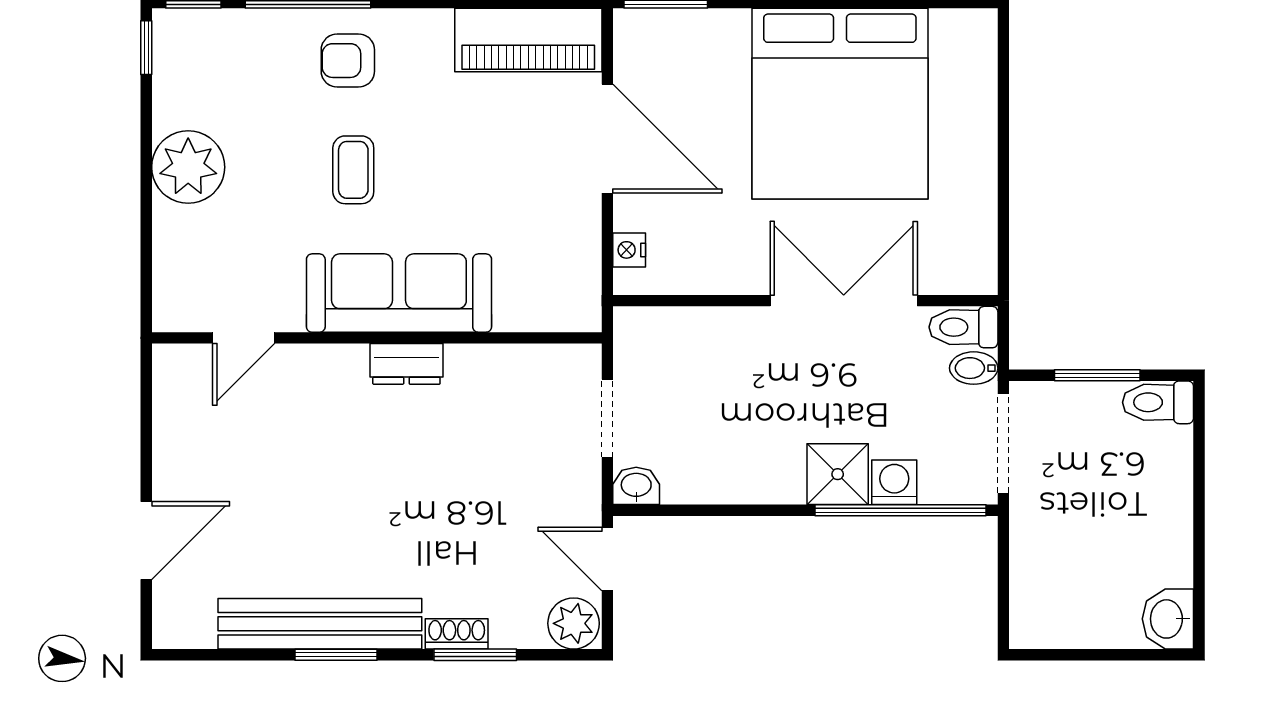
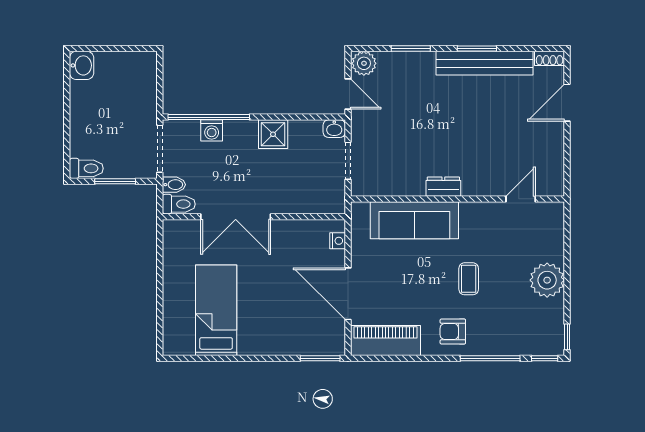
armchair: (348, 61) -> (453, 332), moved, turned 180
bed: (840, 104) -> (216, 310), width x0.49
sofa: (399, 293) -> (414, 220), moved
shower: (838, 474) -> (273, 134), moved
shoe rack: (457, 634) -> (550, 58), moved

